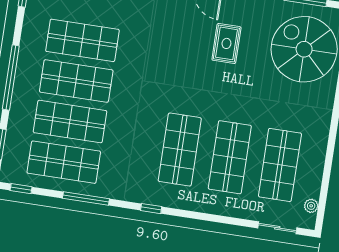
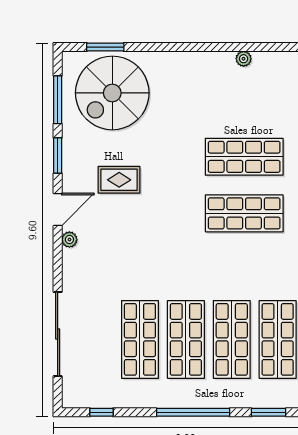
shop shelf: (280, 165) -> (244, 100), removed
plant: (311, 206) -> (244, 59), moved

